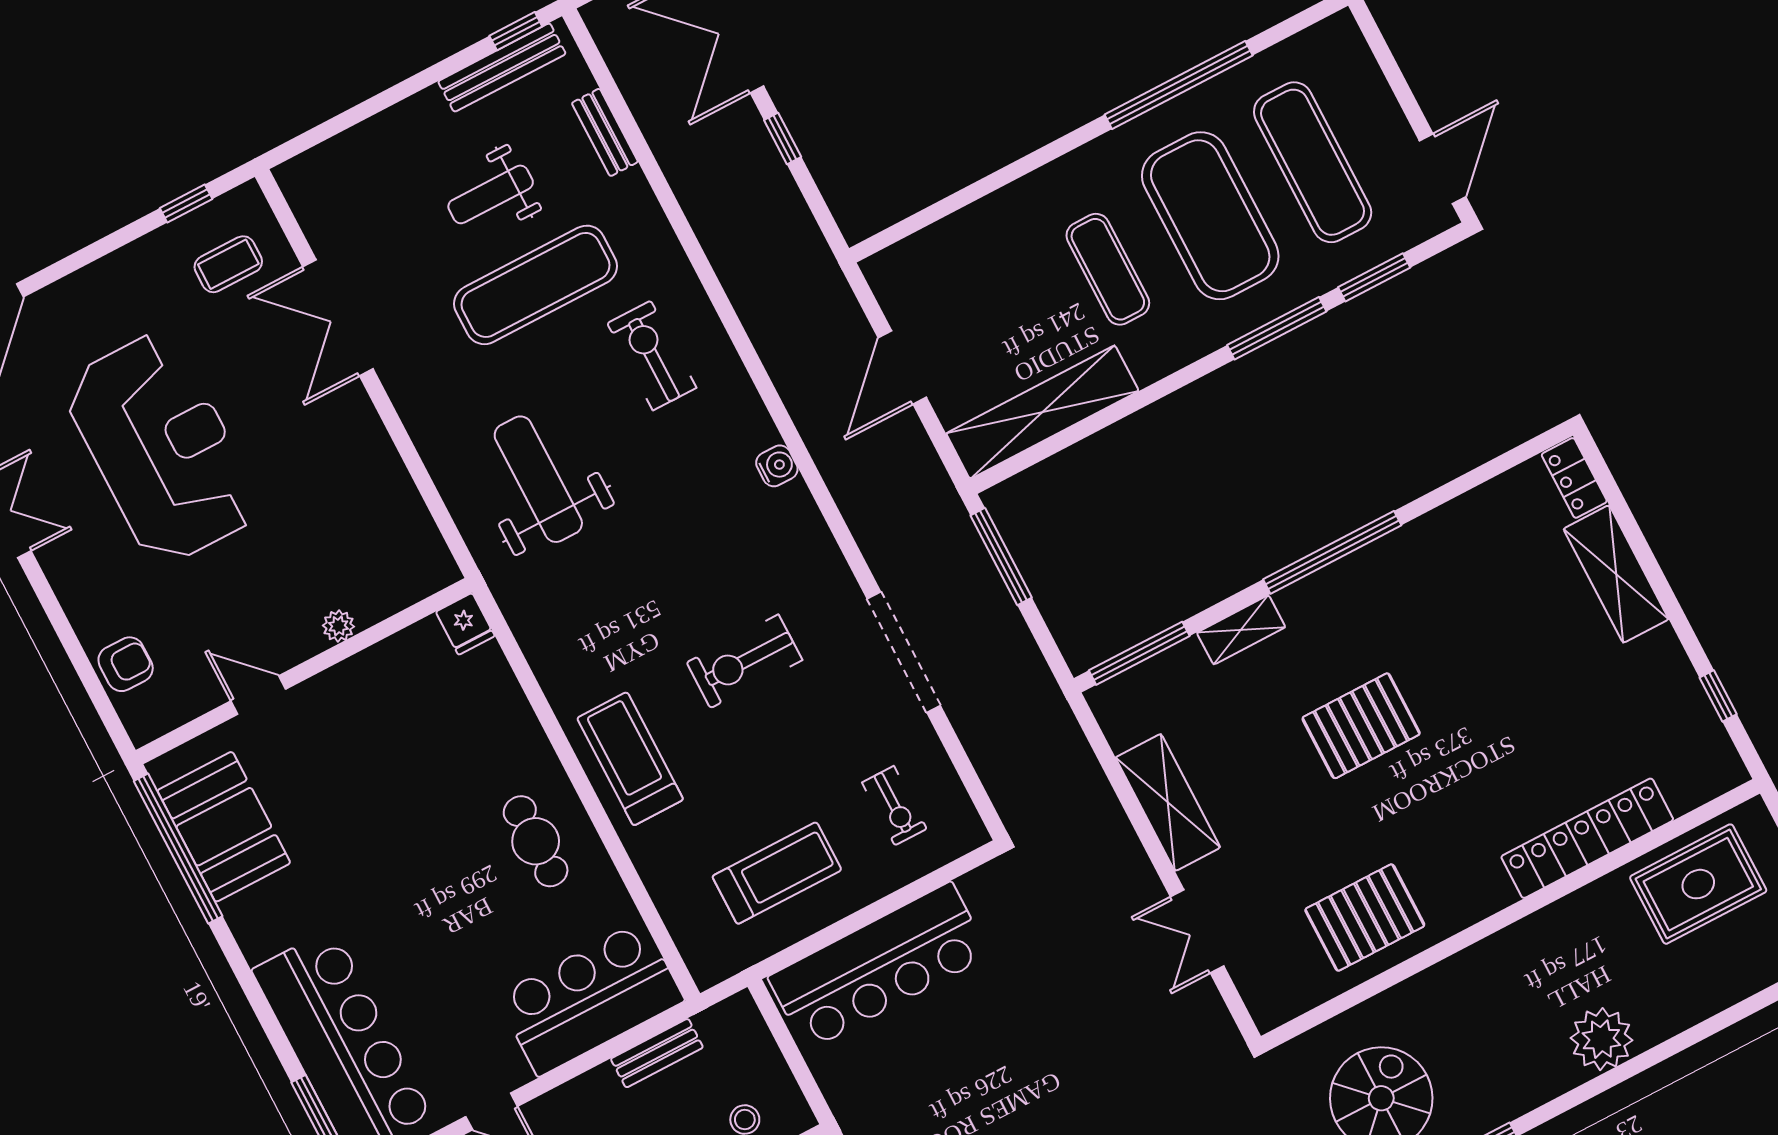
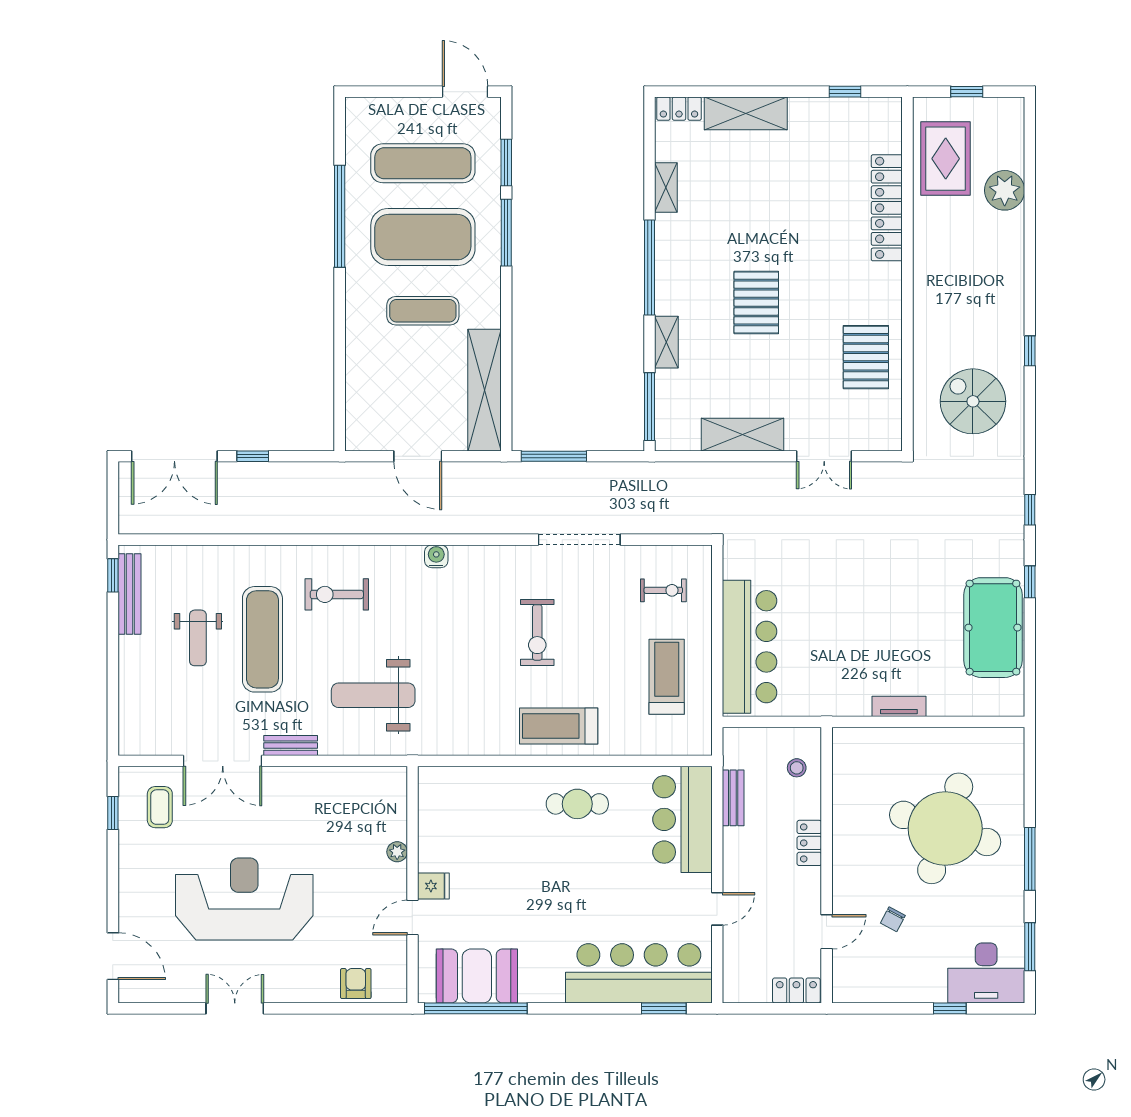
bench: (605, 132) -> (291, 746), moved
shelving: (1455, 517) -> (666, 188), added
fridge: (465, 624) -> (433, 886), moved
plant: (1601, 1039) -> (1005, 190), moved

